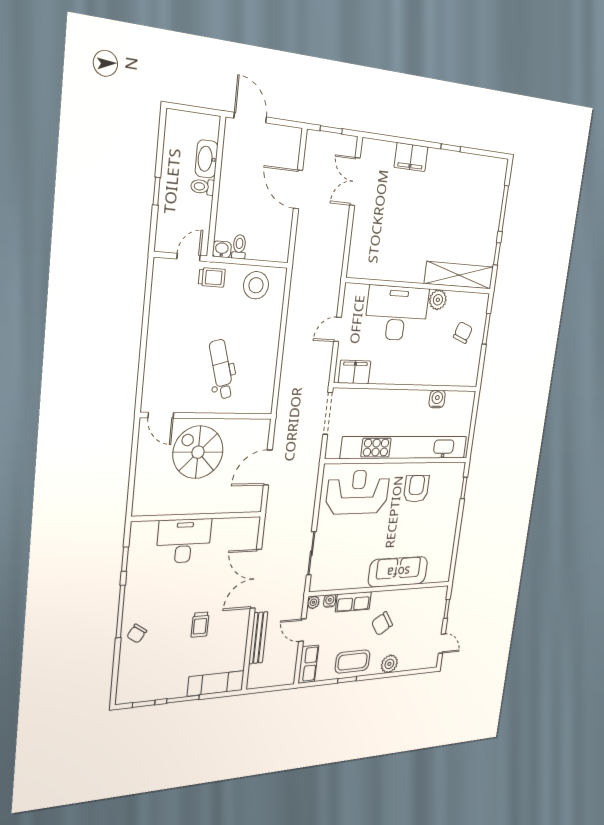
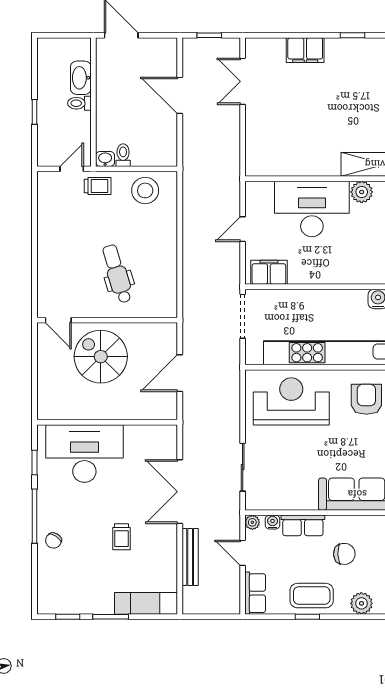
desk: (184, 541) -> (84, 454), width x1.36, depth x1.30
chair: (382, 624) -> (344, 554), turned -149

